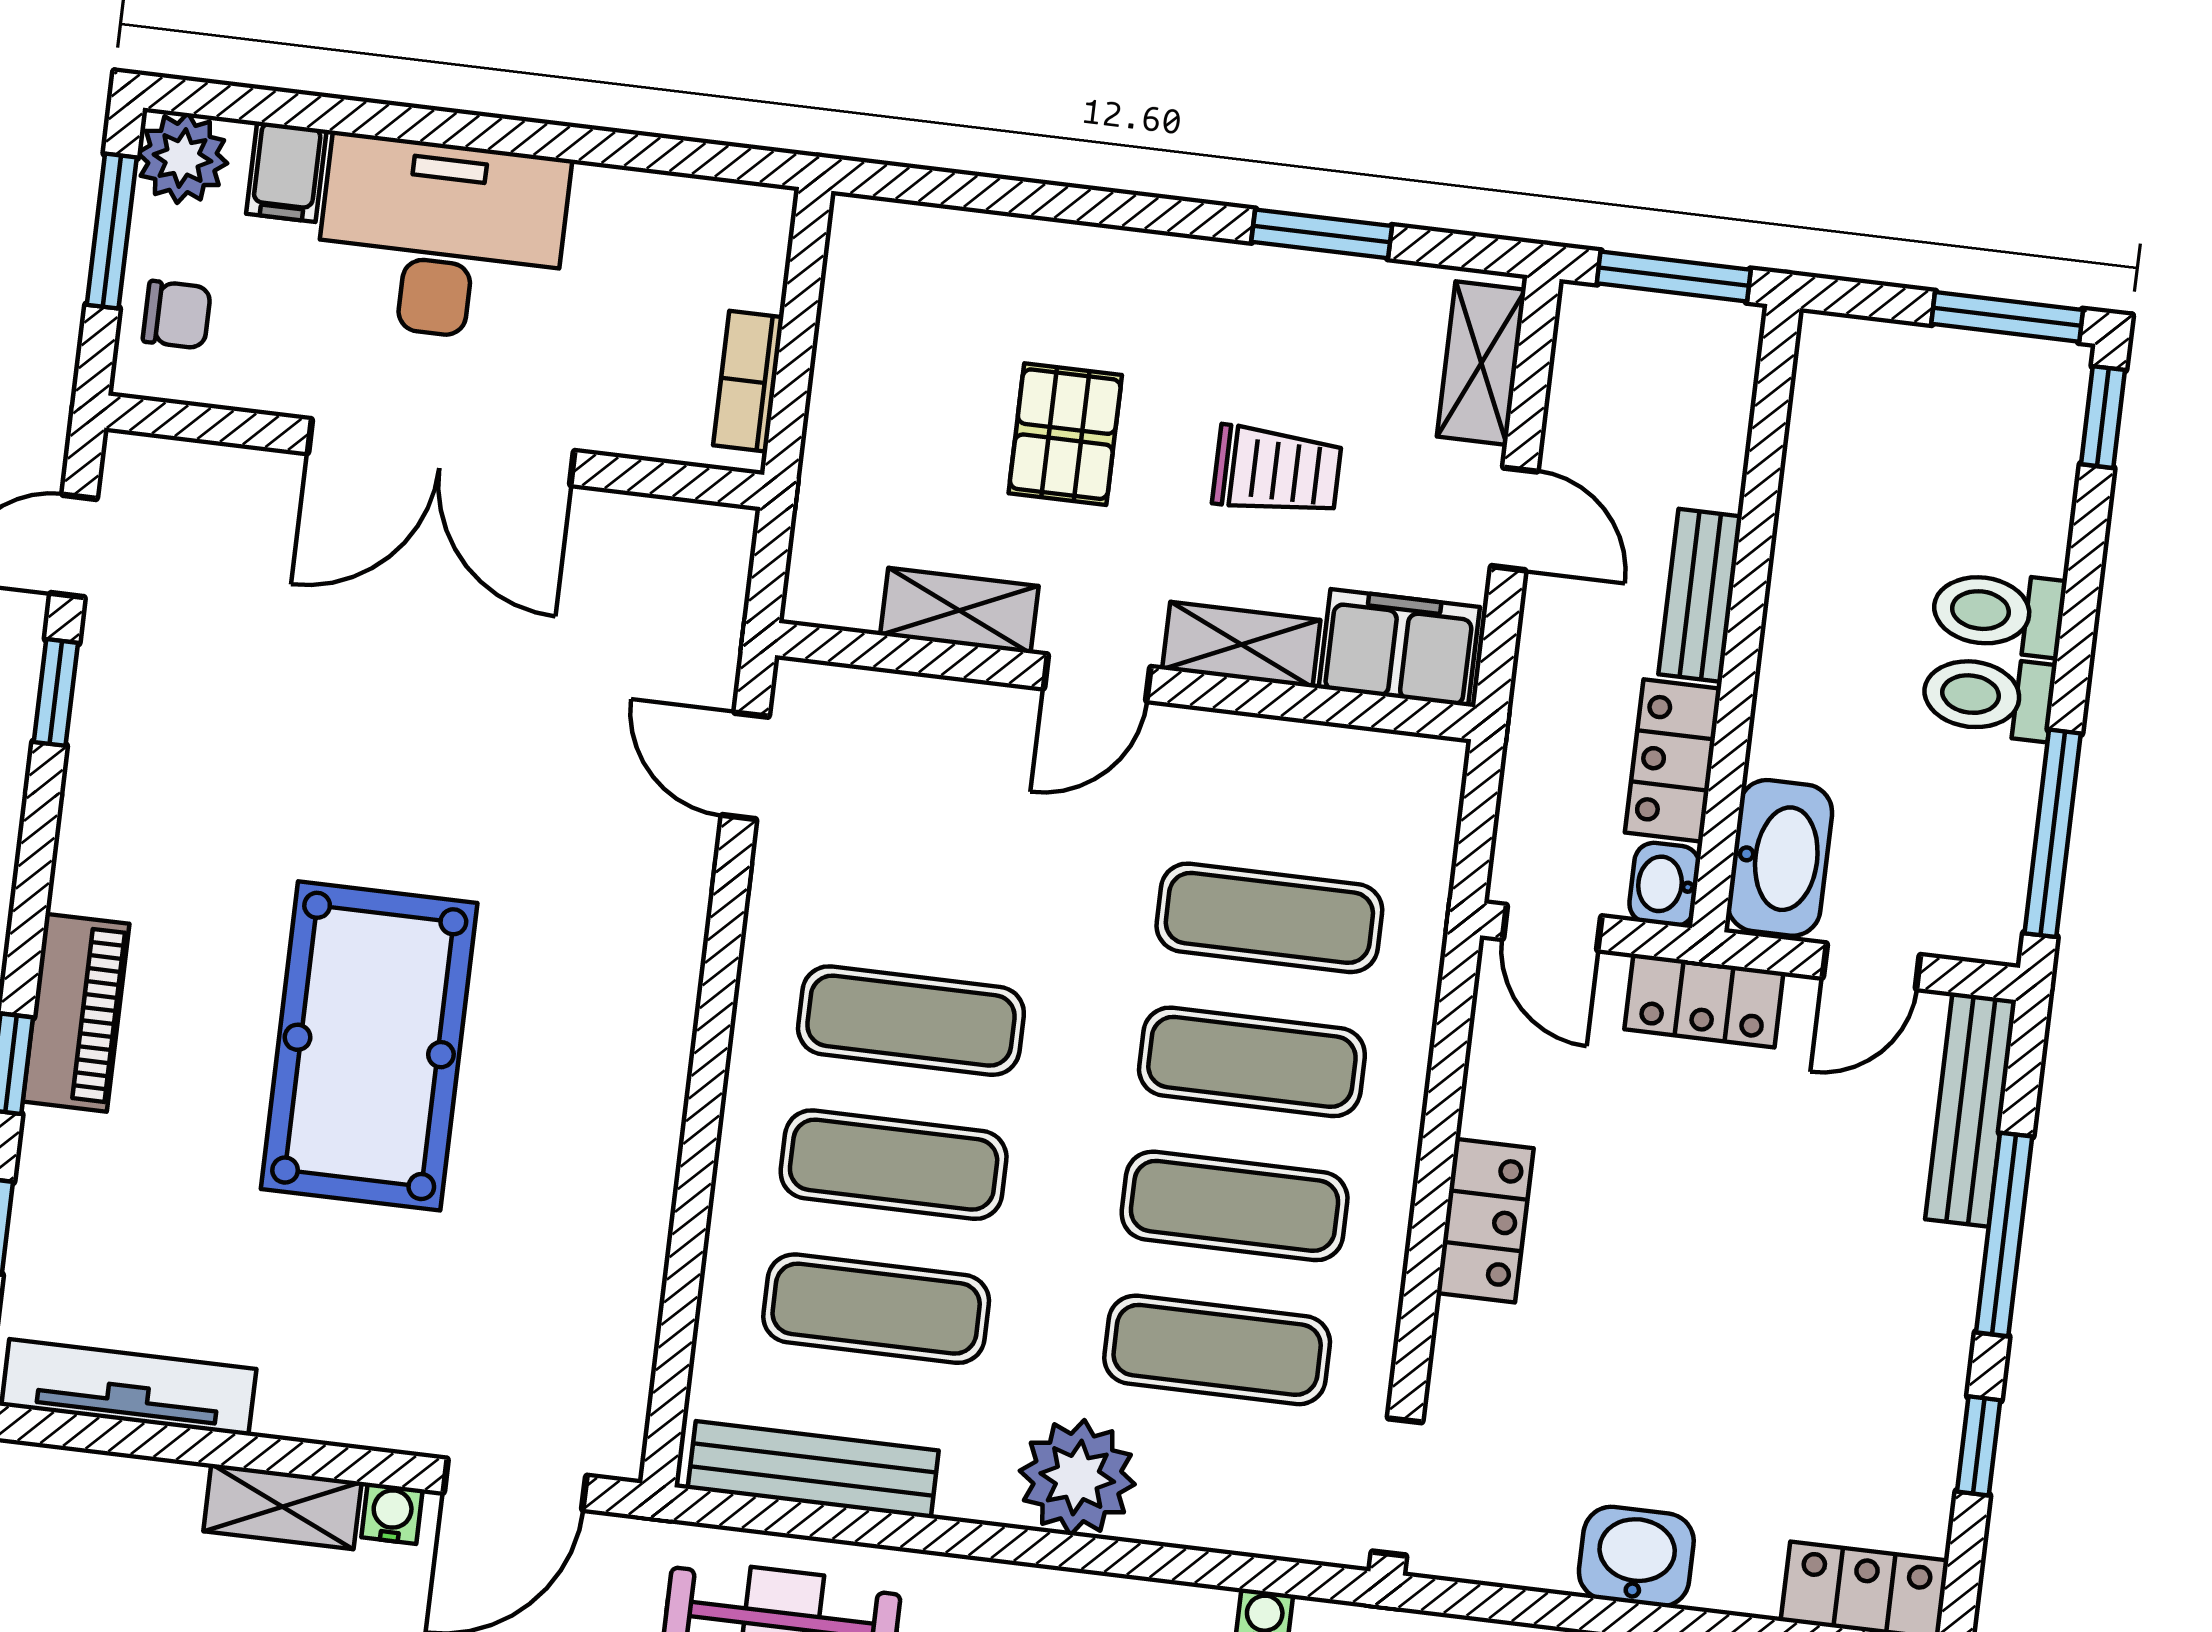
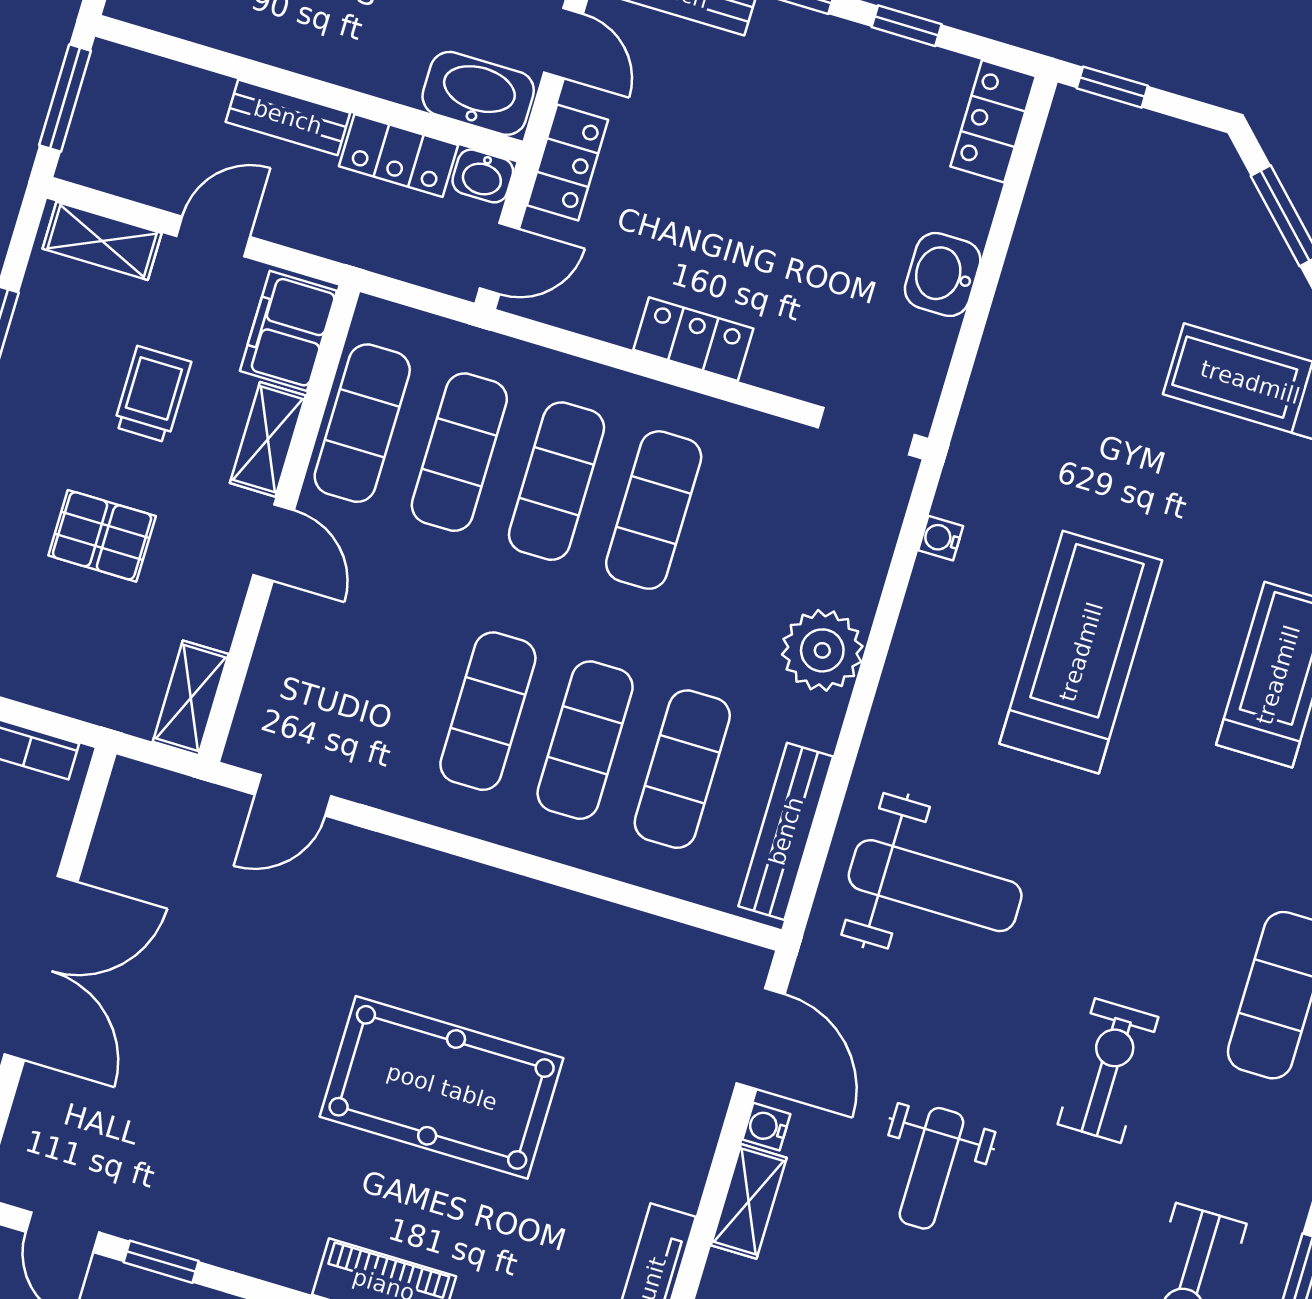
shelving: (959, 610) -> (191, 698), moved
exercise mat: (1217, 1350) -> (362, 423), moved

